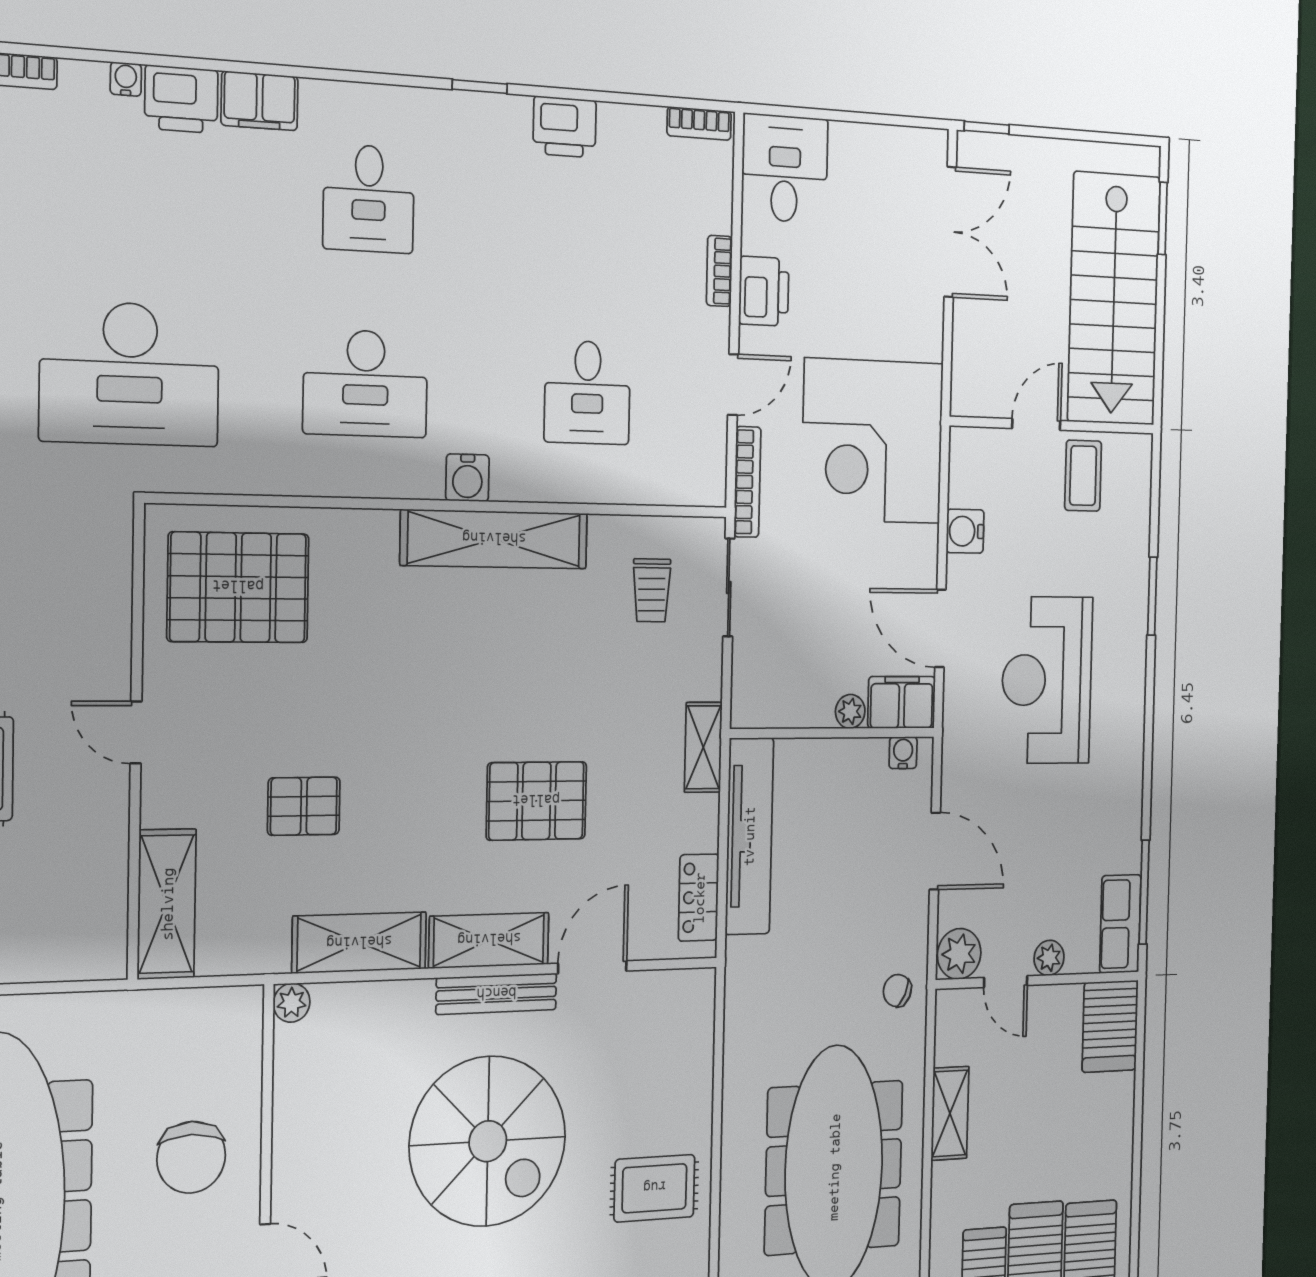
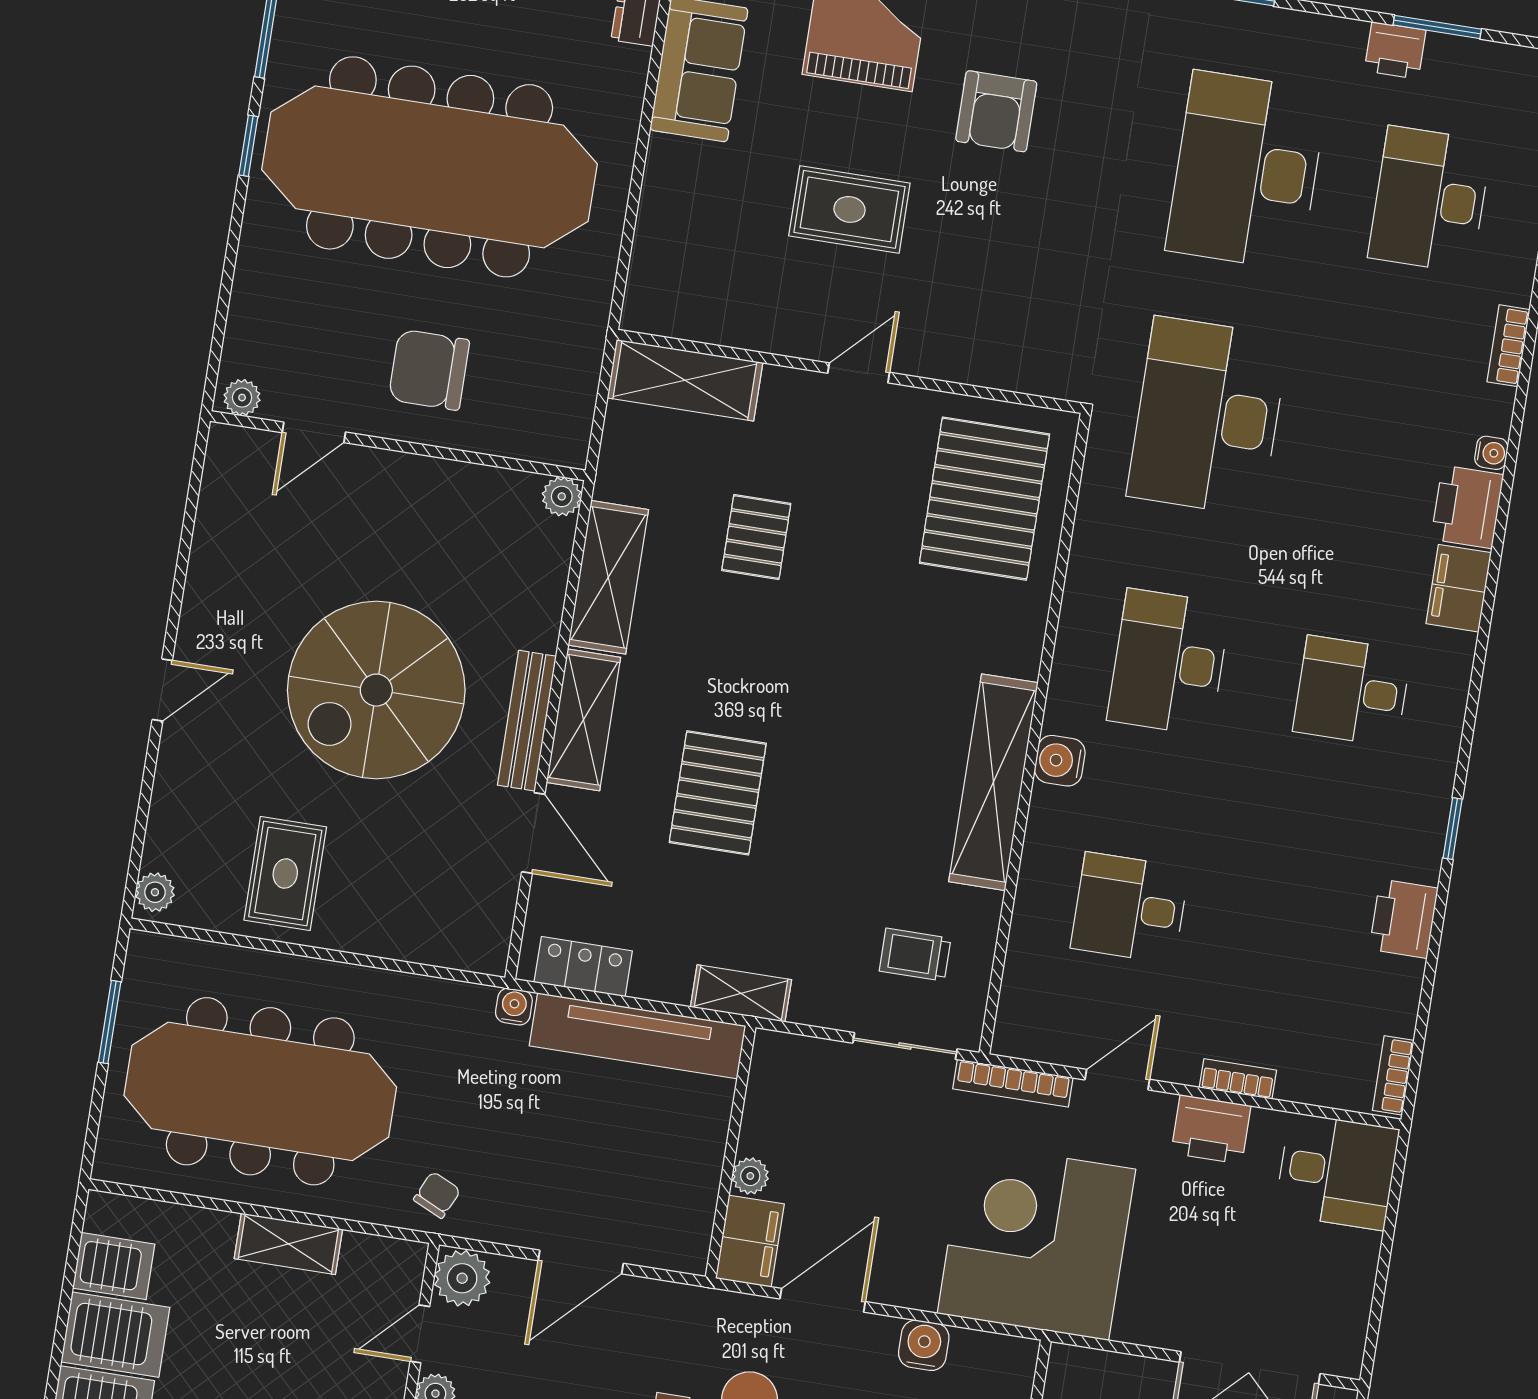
door: (733, 385) -> (1117, 1080), swing flipped
water cooler: (903, 753) -> (514, 1007), moved, turned -90

